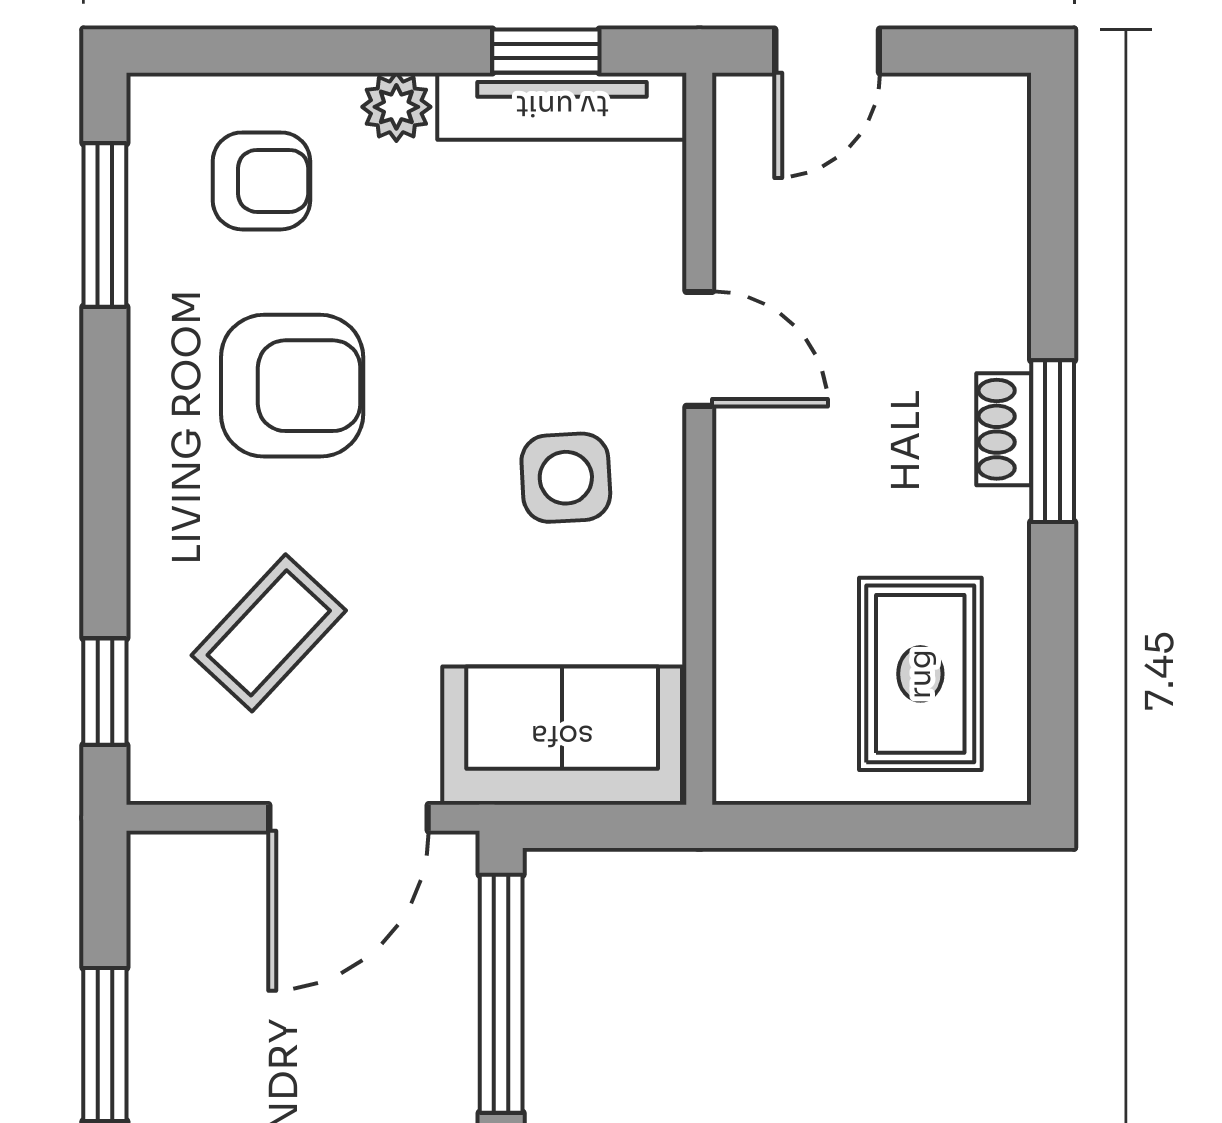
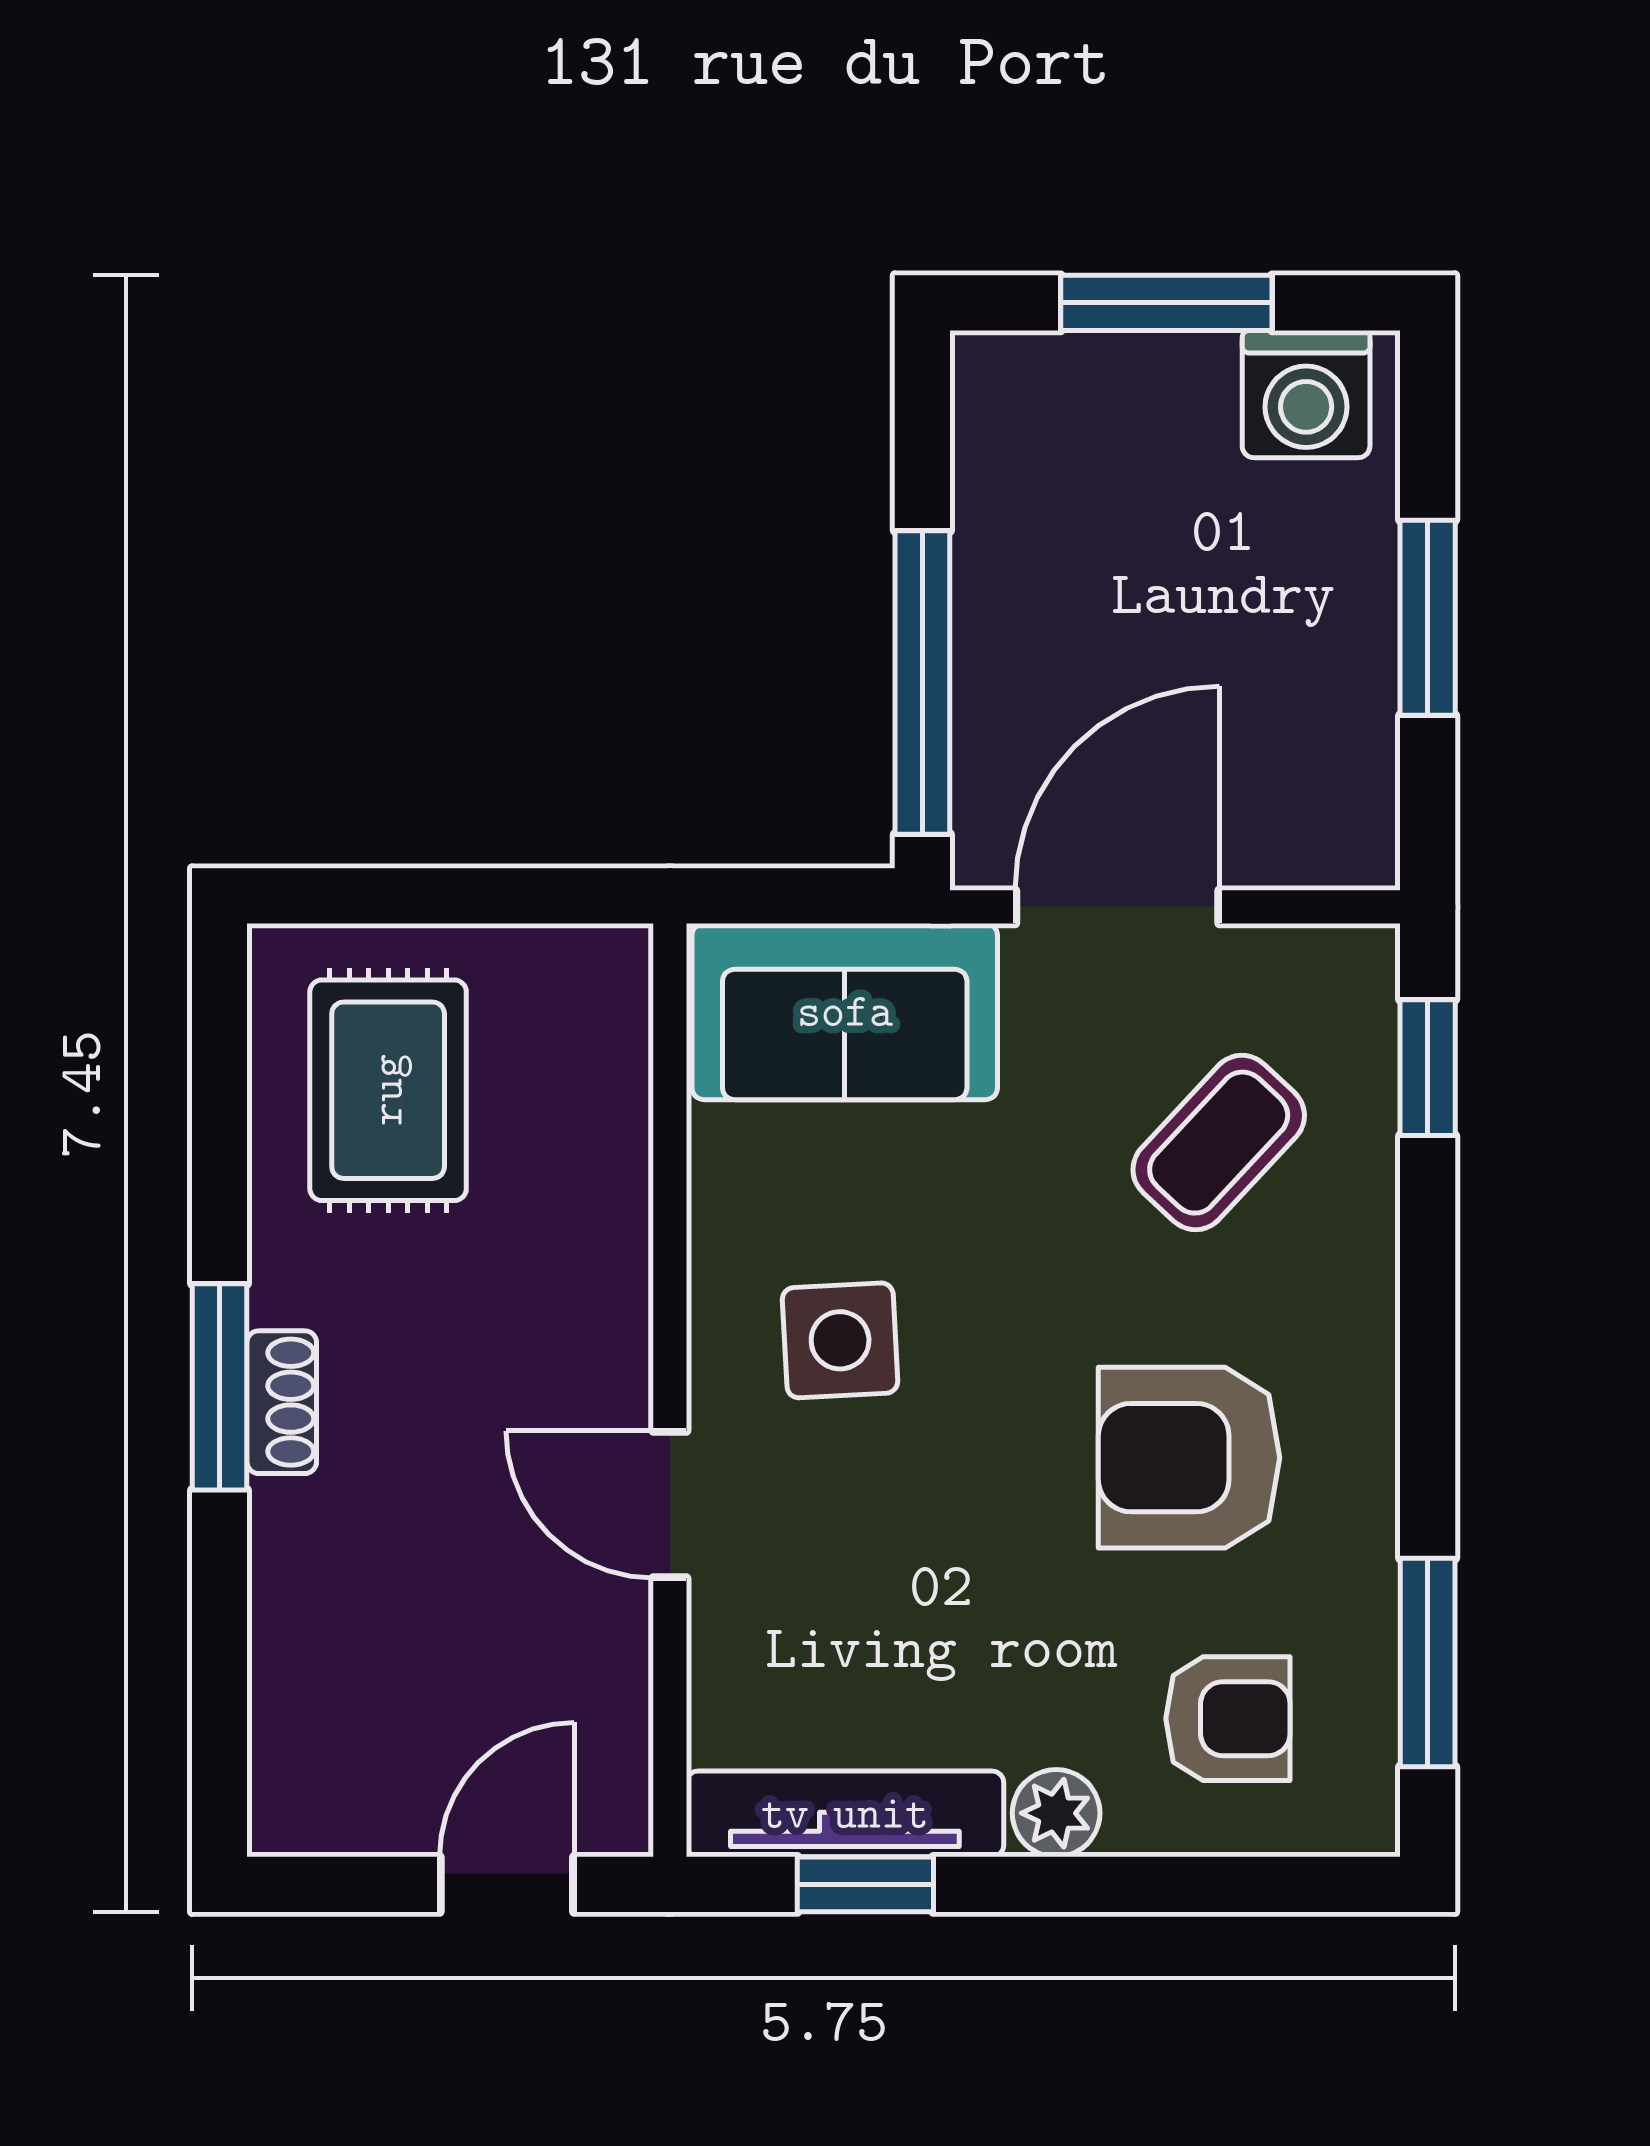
armchair: (261, 181) -> (1228, 1719), turned 180

